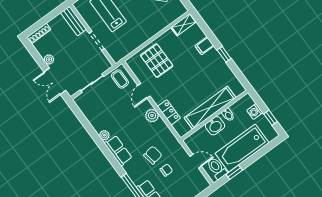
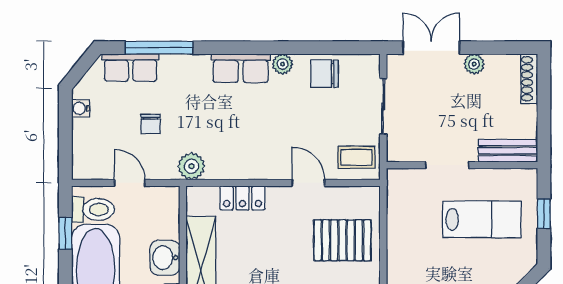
plant: (152, 116) -> (191, 166), moved
chair: (153, 155) -> (324, 74), moved, turned 100
door: (196, 161) -> (130, 183), swing flipped

